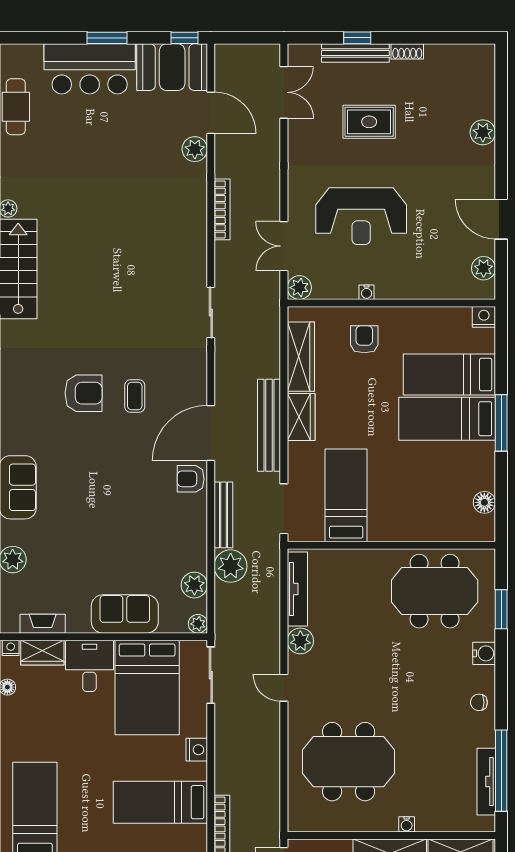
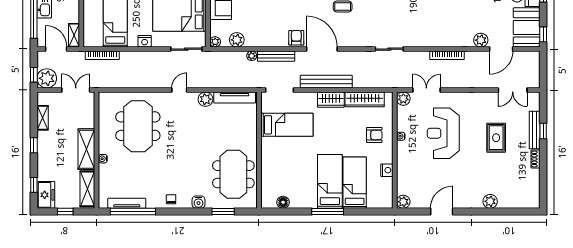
plant: (484, 268) -> (403, 202), moved
nightstand: (484, 317) -> (387, 170), moved
plant: (231, 566) -> (252, 56), width x0.53, depth x0.53

